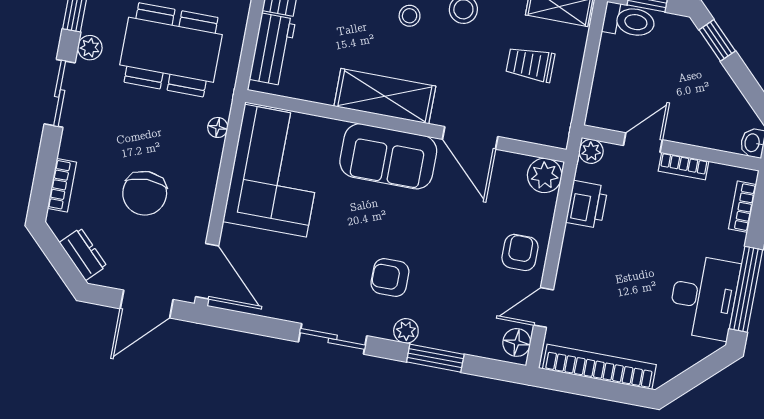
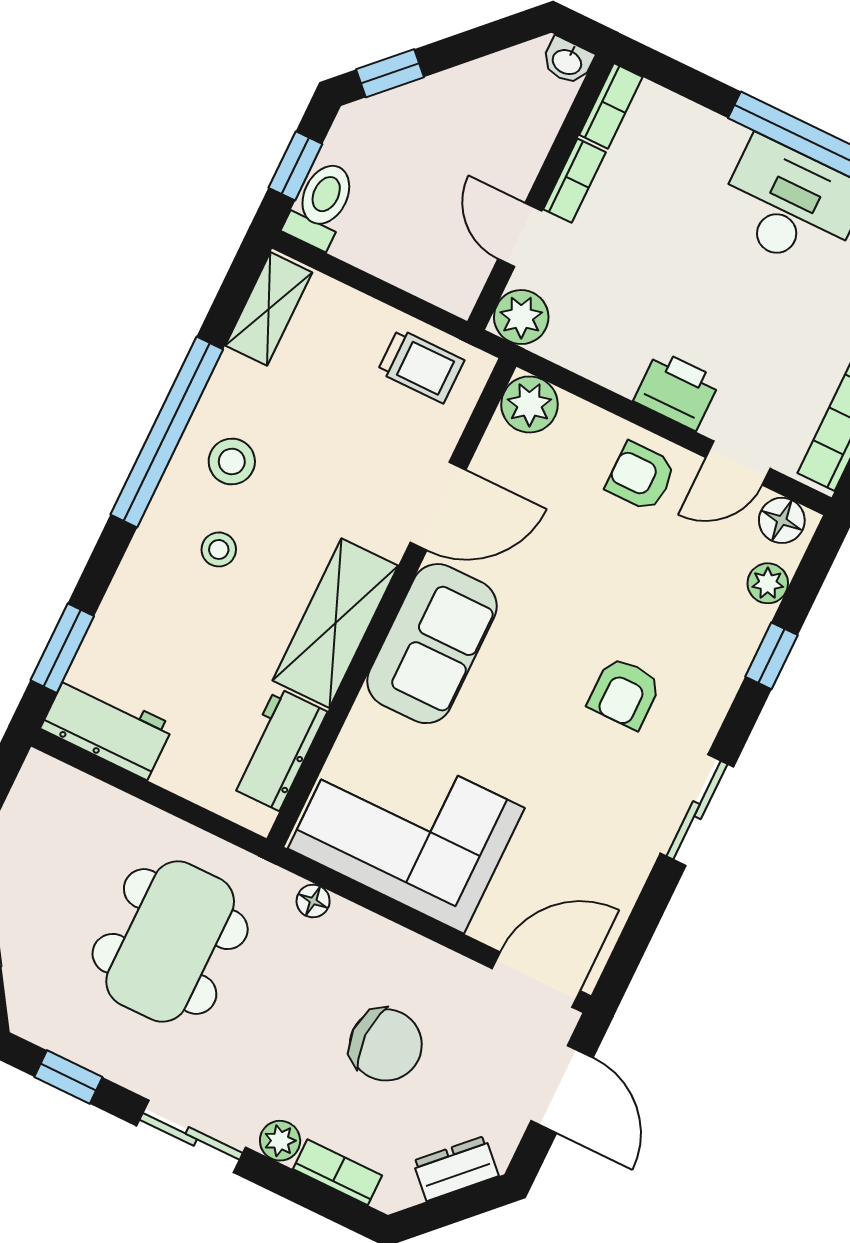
plant: (90, 48) -> (280, 1141), moved
workbench: (273, 49) -> (278, 749), moved, turned -90
trolley: (530, 64) -> (421, 366), moved, turned -90
plant: (591, 151) -> (521, 317), width x1.38, depth x1.38
printer: (587, 204) -> (677, 390), moved
bookcase: (742, 207) -> (611, 106), moved, turned -90
door: (543, 307) -> (738, 463), hinge flipped
plant: (406, 331) -> (768, 583), moved
window: (435, 358) -> (771, 656), width x0.67

